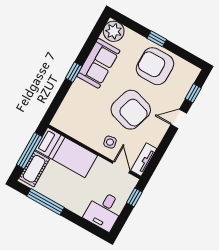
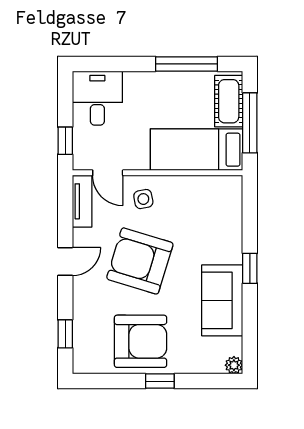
plant: (114, 31) -> (234, 365), width x0.53, depth x0.53
door: (179, 119) -> (65, 262), moved

